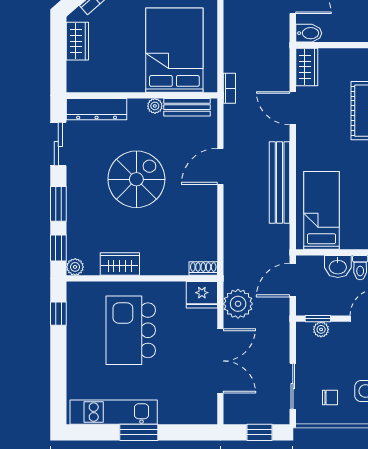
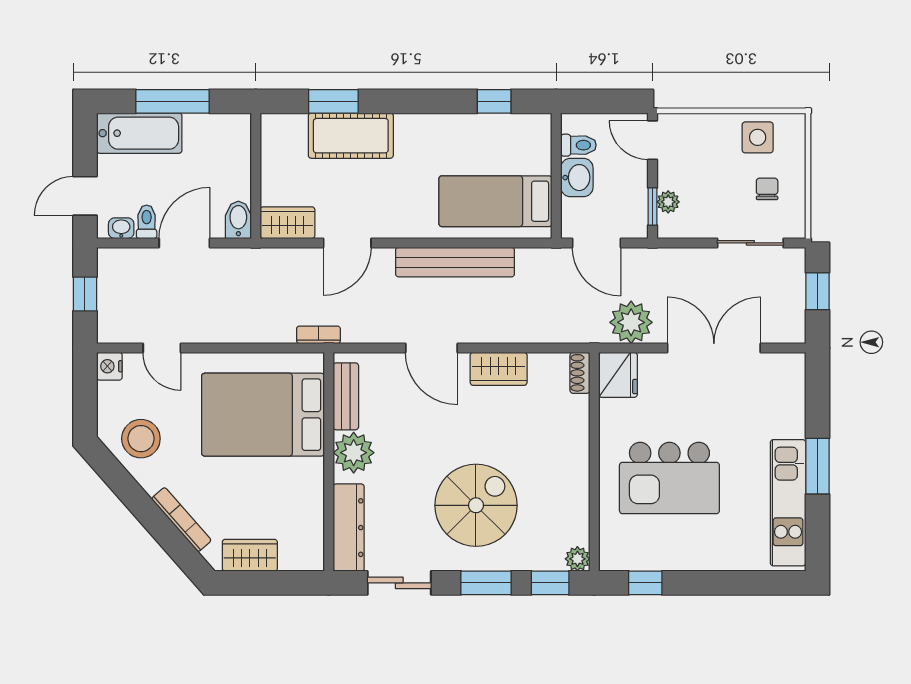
plant: (155, 106) -> (354, 453), width x1.87, depth x1.87
spiral stairs: (136, 179) -> (476, 505), moved, turned 90
wardrobe: (120, 264) -> (499, 369), moved, turned -90

